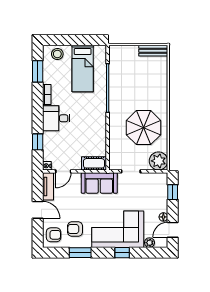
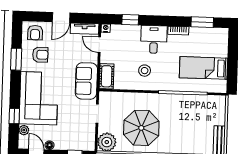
stool: (57, 54) -> (145, 71), moved
armchair: (75, 229) -> (40, 55), turned 90
window: (122, 253) -> (14, 116), moved

